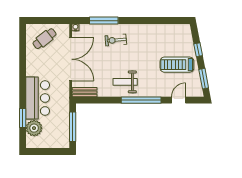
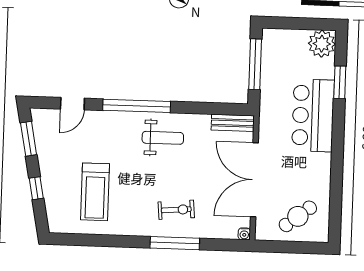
window: (104, 21) -> (175, 243), moved
treadmill: (177, 65) -> (95, 192), moved, turned 90
plant: (34, 128) -> (322, 44), moved

